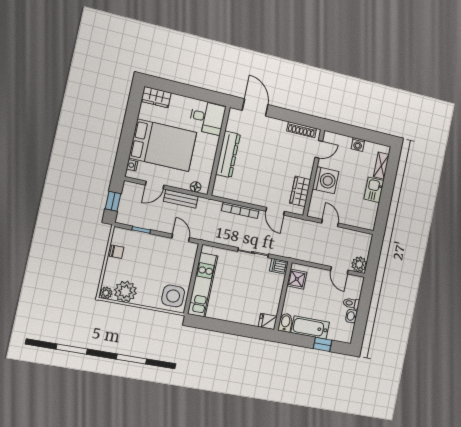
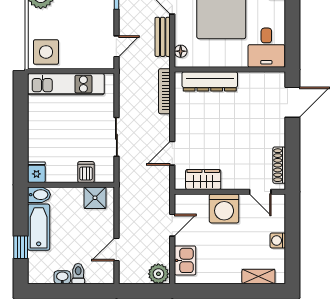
dresser: (228, 154) -> (210, 81), moved
kitchen sink: (374, 190) -> (185, 260), moved, turned 90
bookcase: (240, 210) -> (164, 91), moved
plant: (359, 264) -> (158, 274), moved
dishwasher: (279, 266) -> (86, 172), moved

